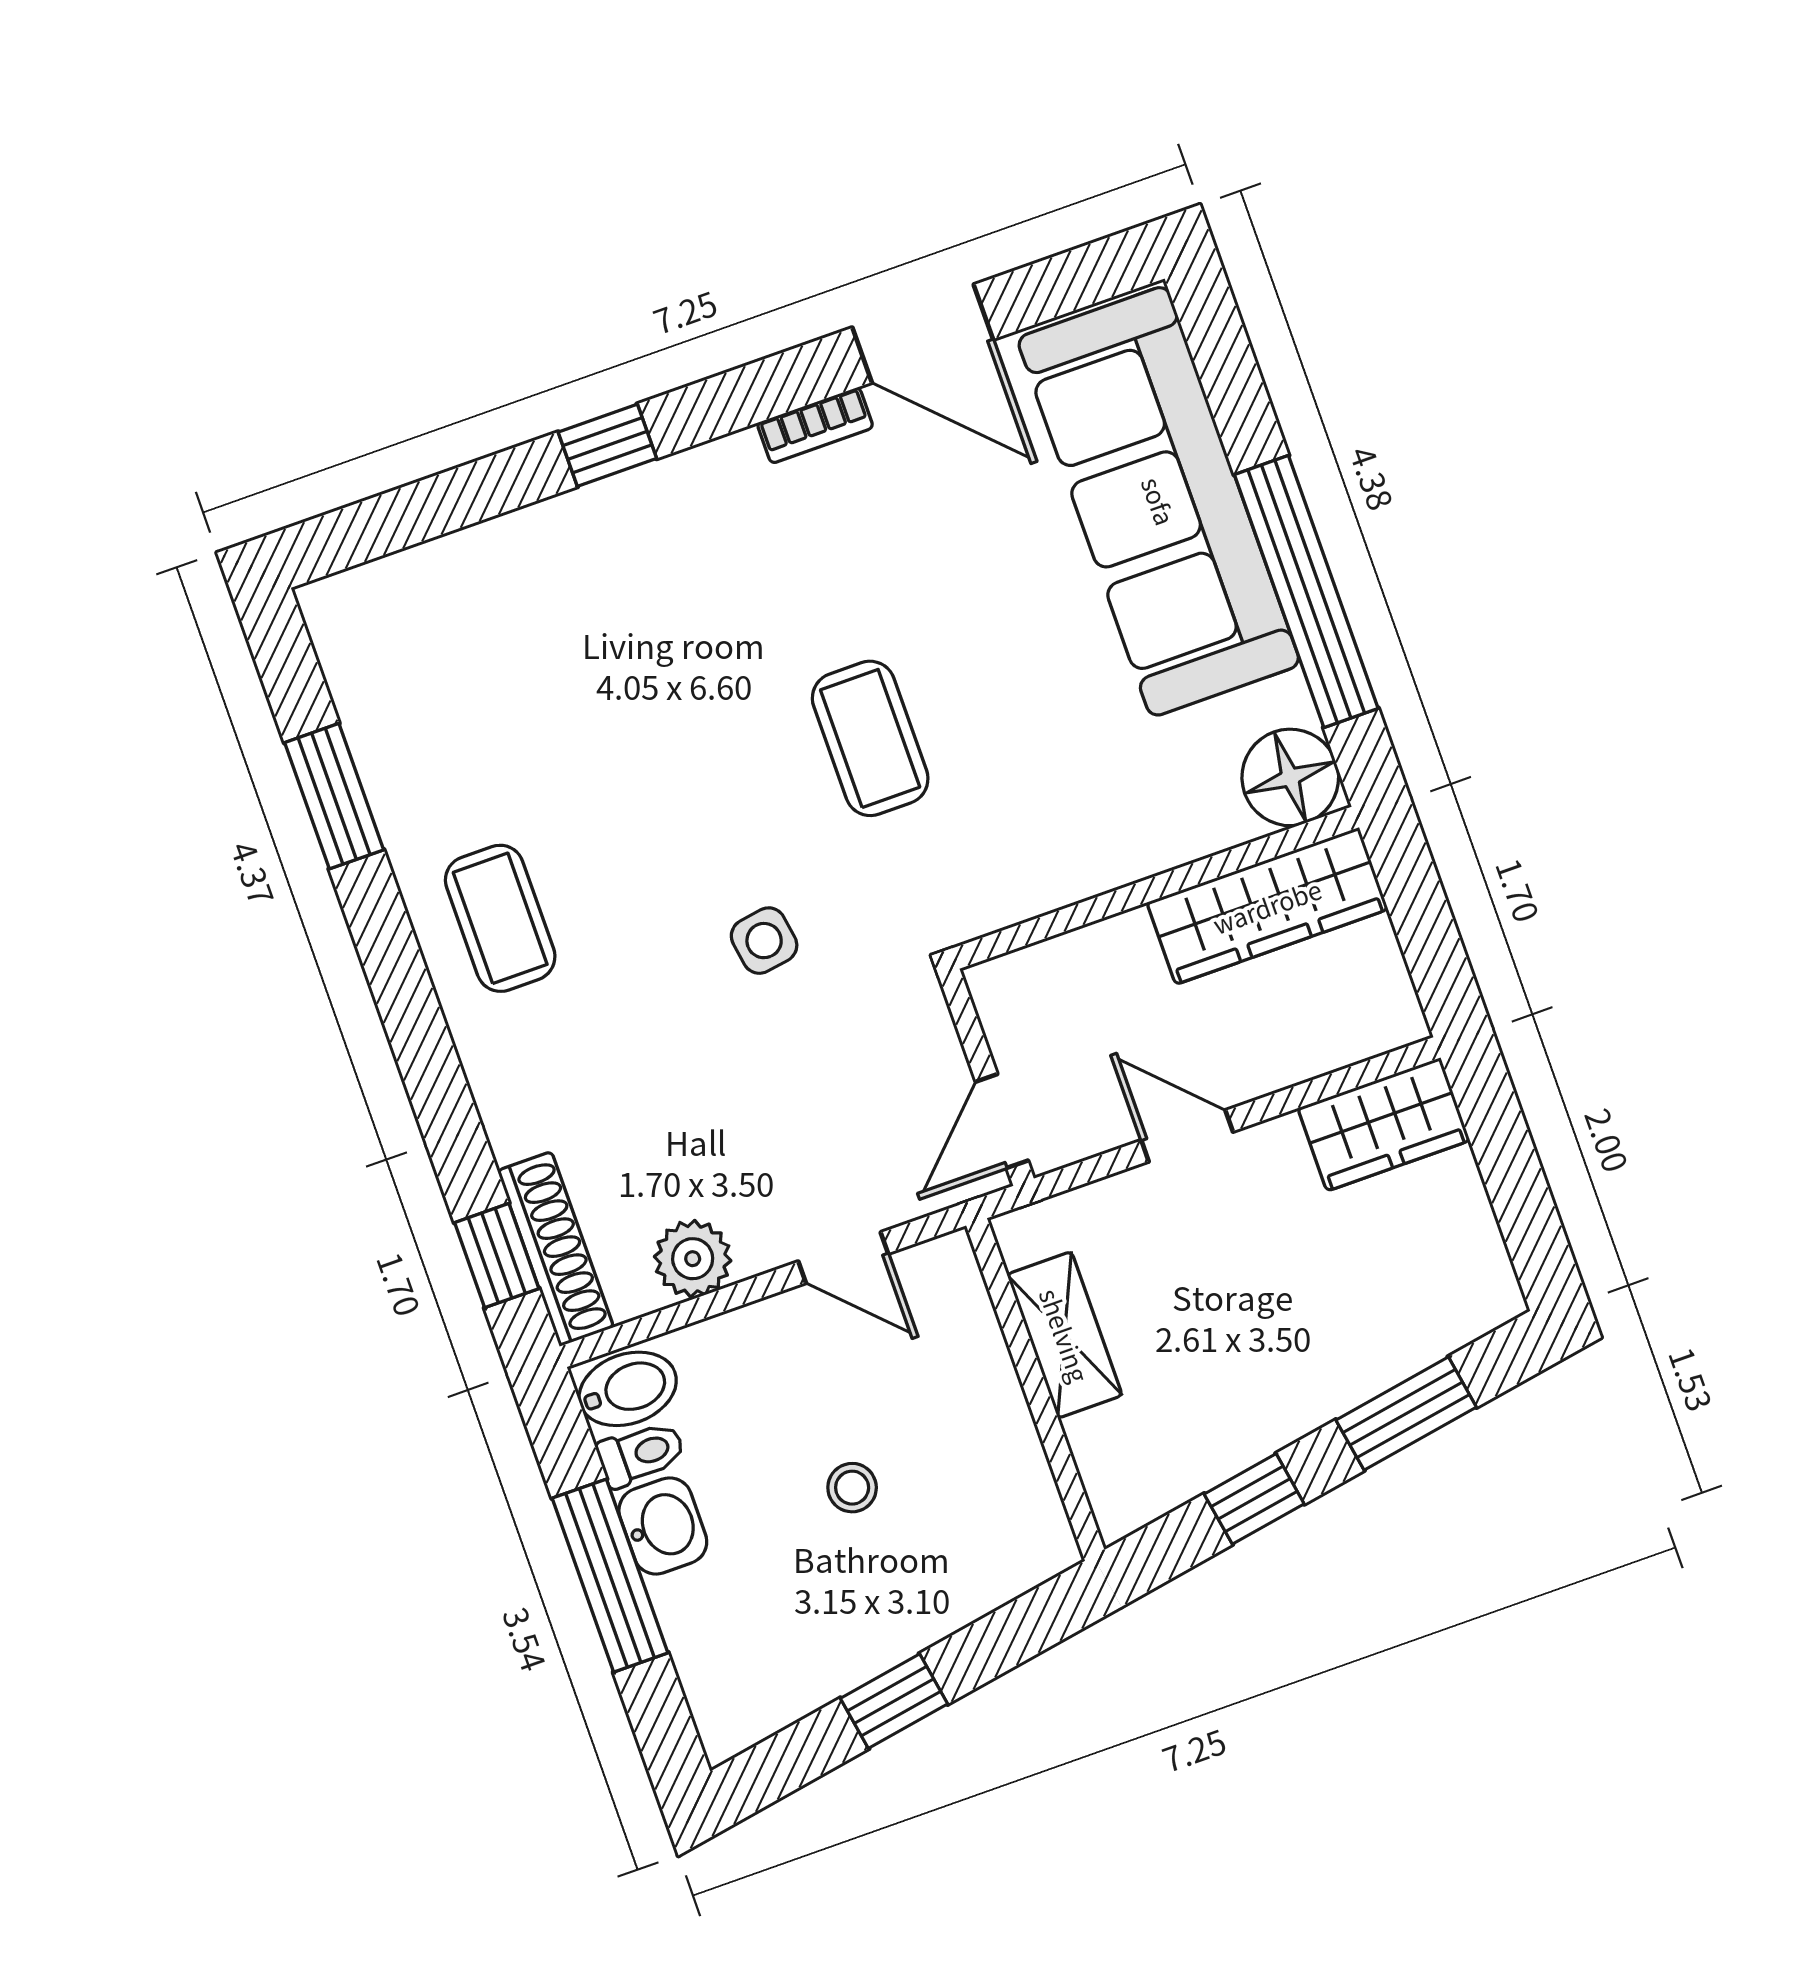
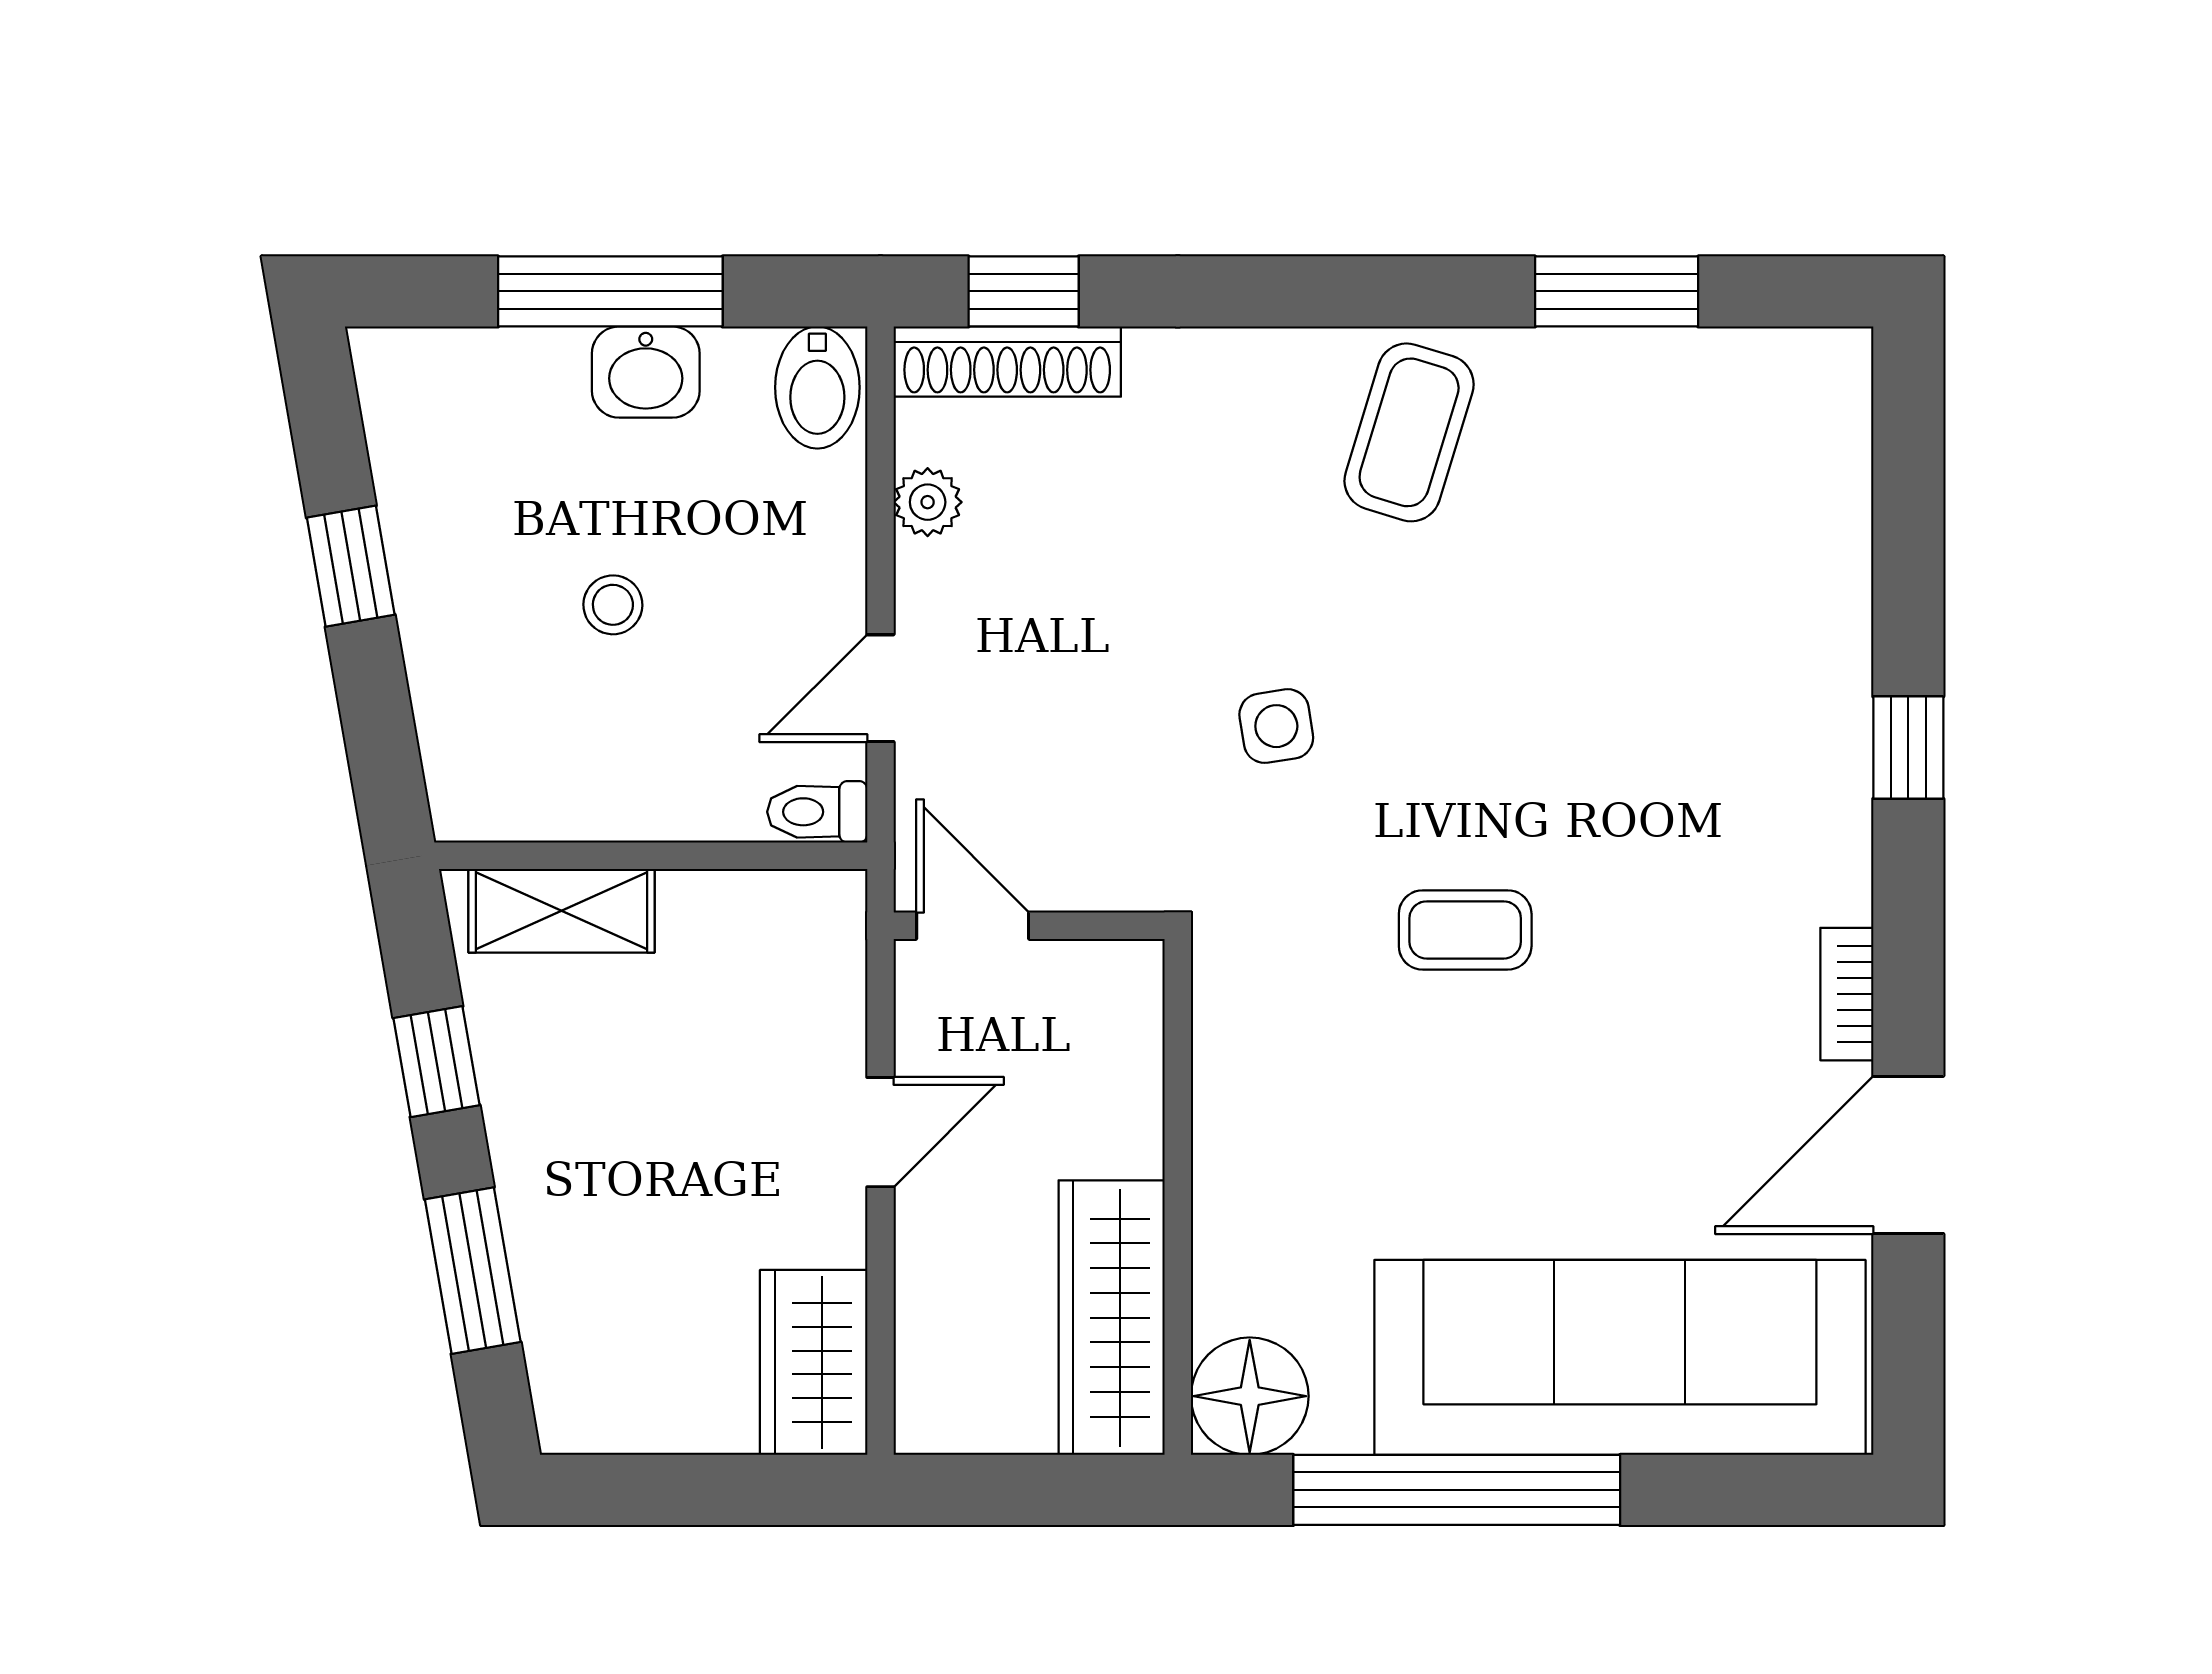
coffee table: (870, 738) -> (1465, 930), width x0.73, depth x0.77
coffee table: (500, 918) -> (1409, 432), turned -73
plant: (693, 1259) -> (928, 502), width x0.73, depth x0.73
shelving: (1065, 1335) -> (562, 911), moved
toilet: (641, 1454) -> (817, 812), moved, turned 90

